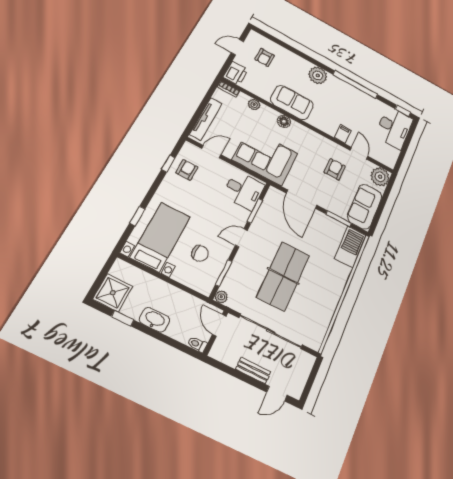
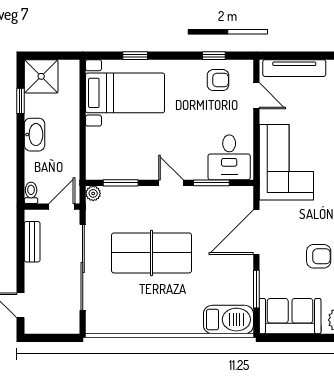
chair: (200, 253) -> (129, 145), removed
bench: (253, 371) -> (32, 242), moved

